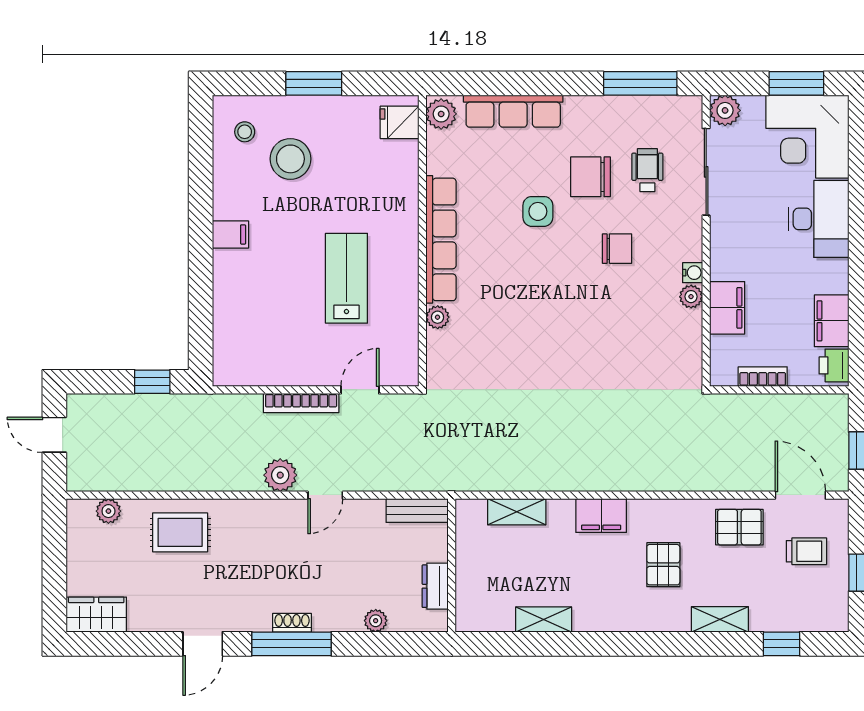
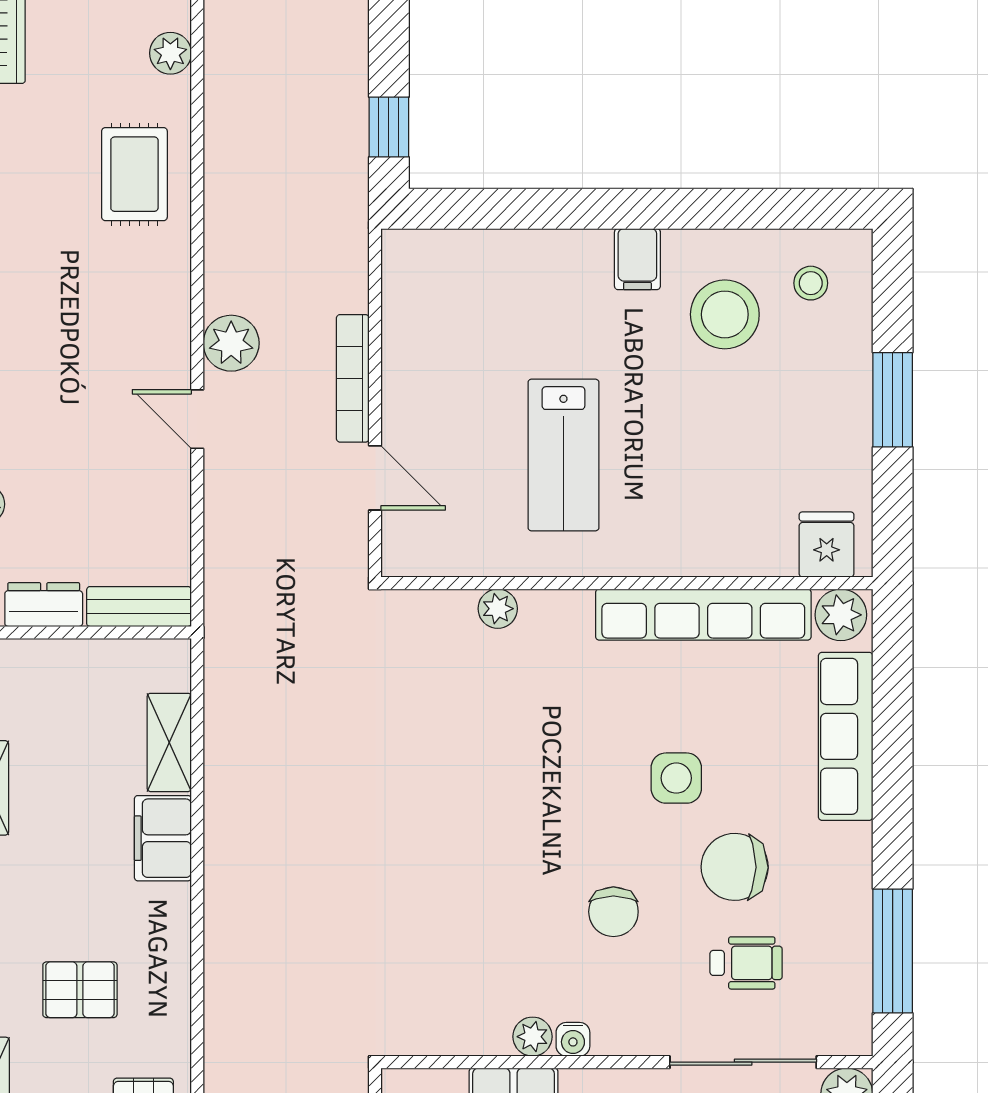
stool: (290, 159) -> (725, 314), moved
chair: (591, 177) -> (735, 867), turned -89
row of seats: (441, 239) -> (703, 615), moved
lab bench: (346, 278) -> (563, 455), turned 90
bench: (417, 511) -> (139, 607), moved, turned 90
filing cabinet: (601, 516) -> (163, 838), moved

